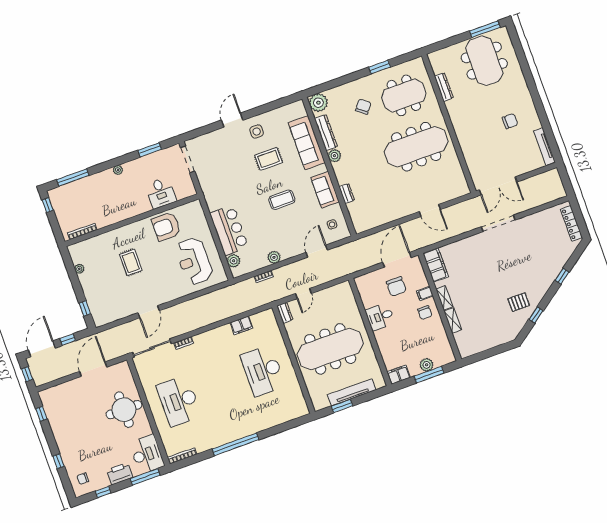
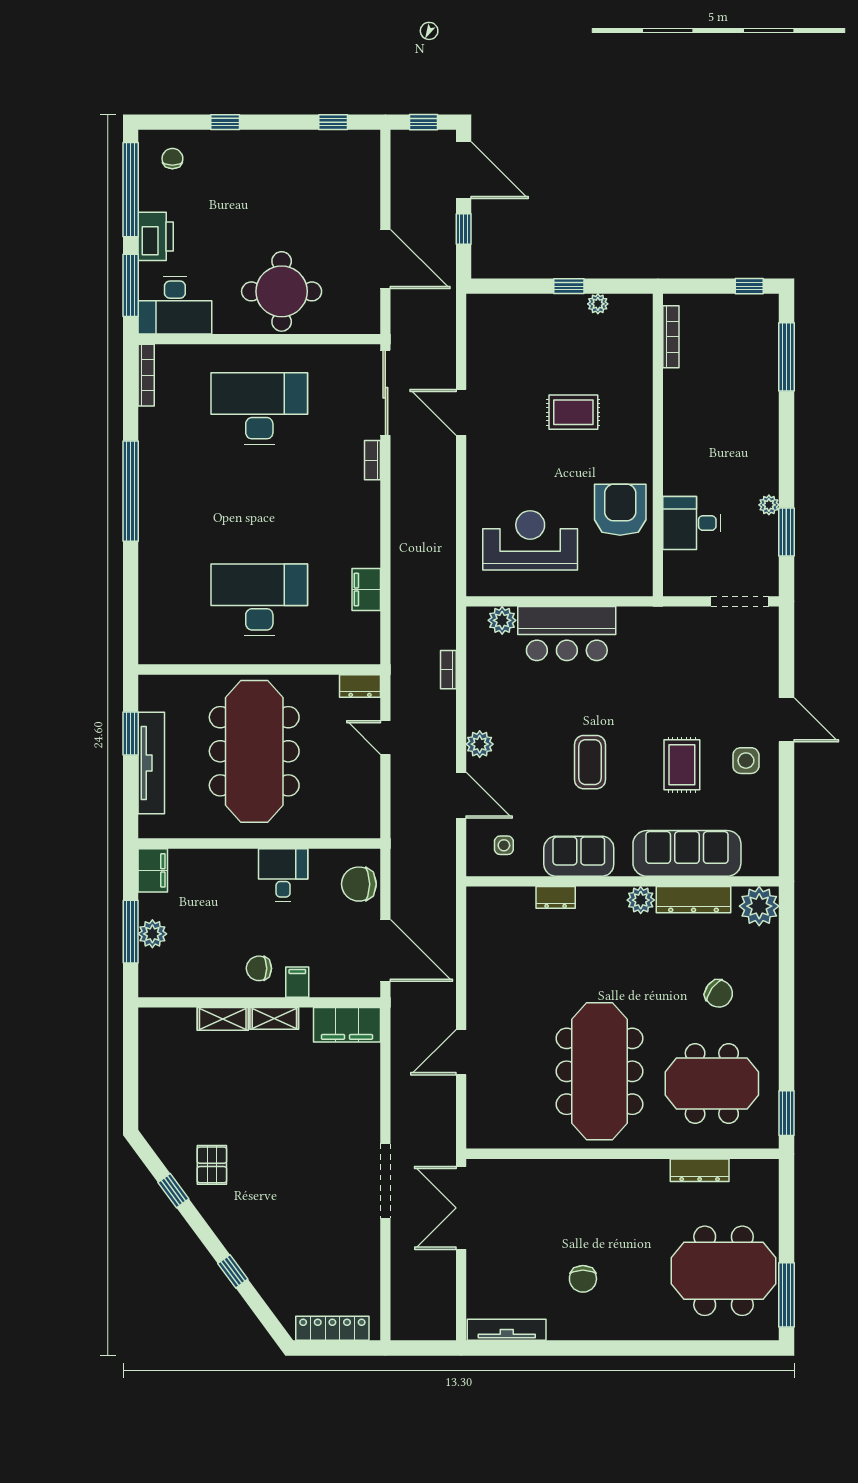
window: (380, 67) -> (786, 1113), moved
meeting table: (404, 95) -> (712, 1083), turned 90
plant: (118, 170) -> (769, 505), moved
plant: (274, 257) -> (480, 744), moved
chair: (396, 286) -> (359, 884), moved
window: (85, 308) -> (569, 286), moved
window: (103, 492) -> (131, 190), width x3.17

